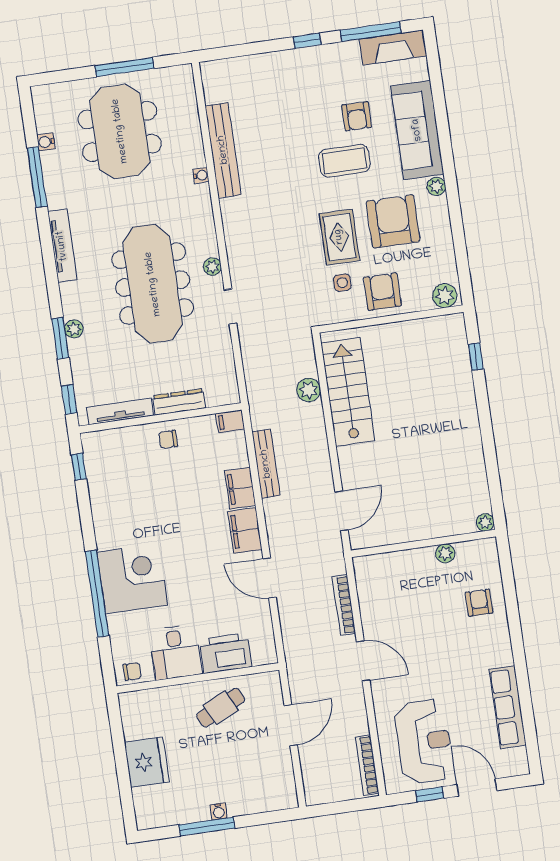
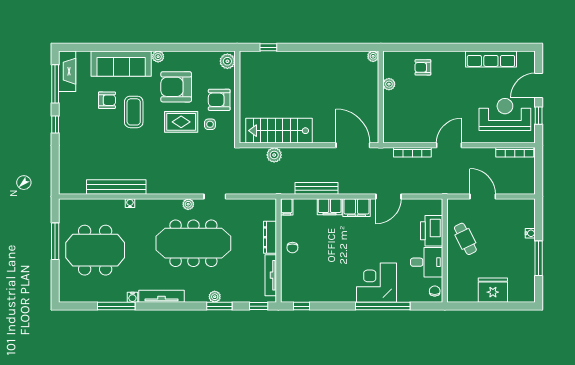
water cooler: (46, 142) -> (132, 297), moved
door: (342, 511) -> (353, 145), width x1.36
water cooler: (219, 811) -> (530, 233), moved

